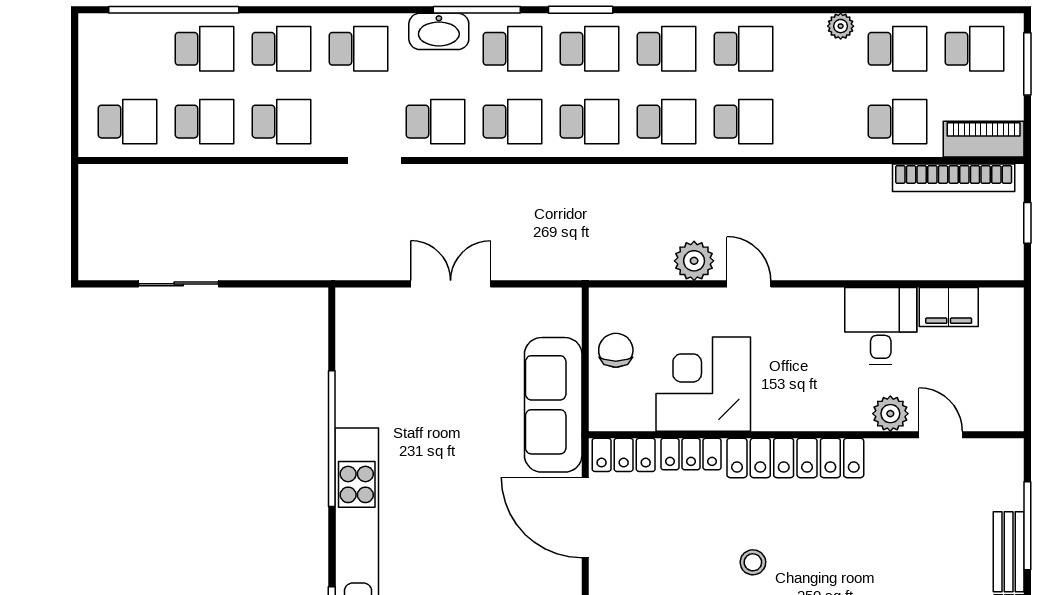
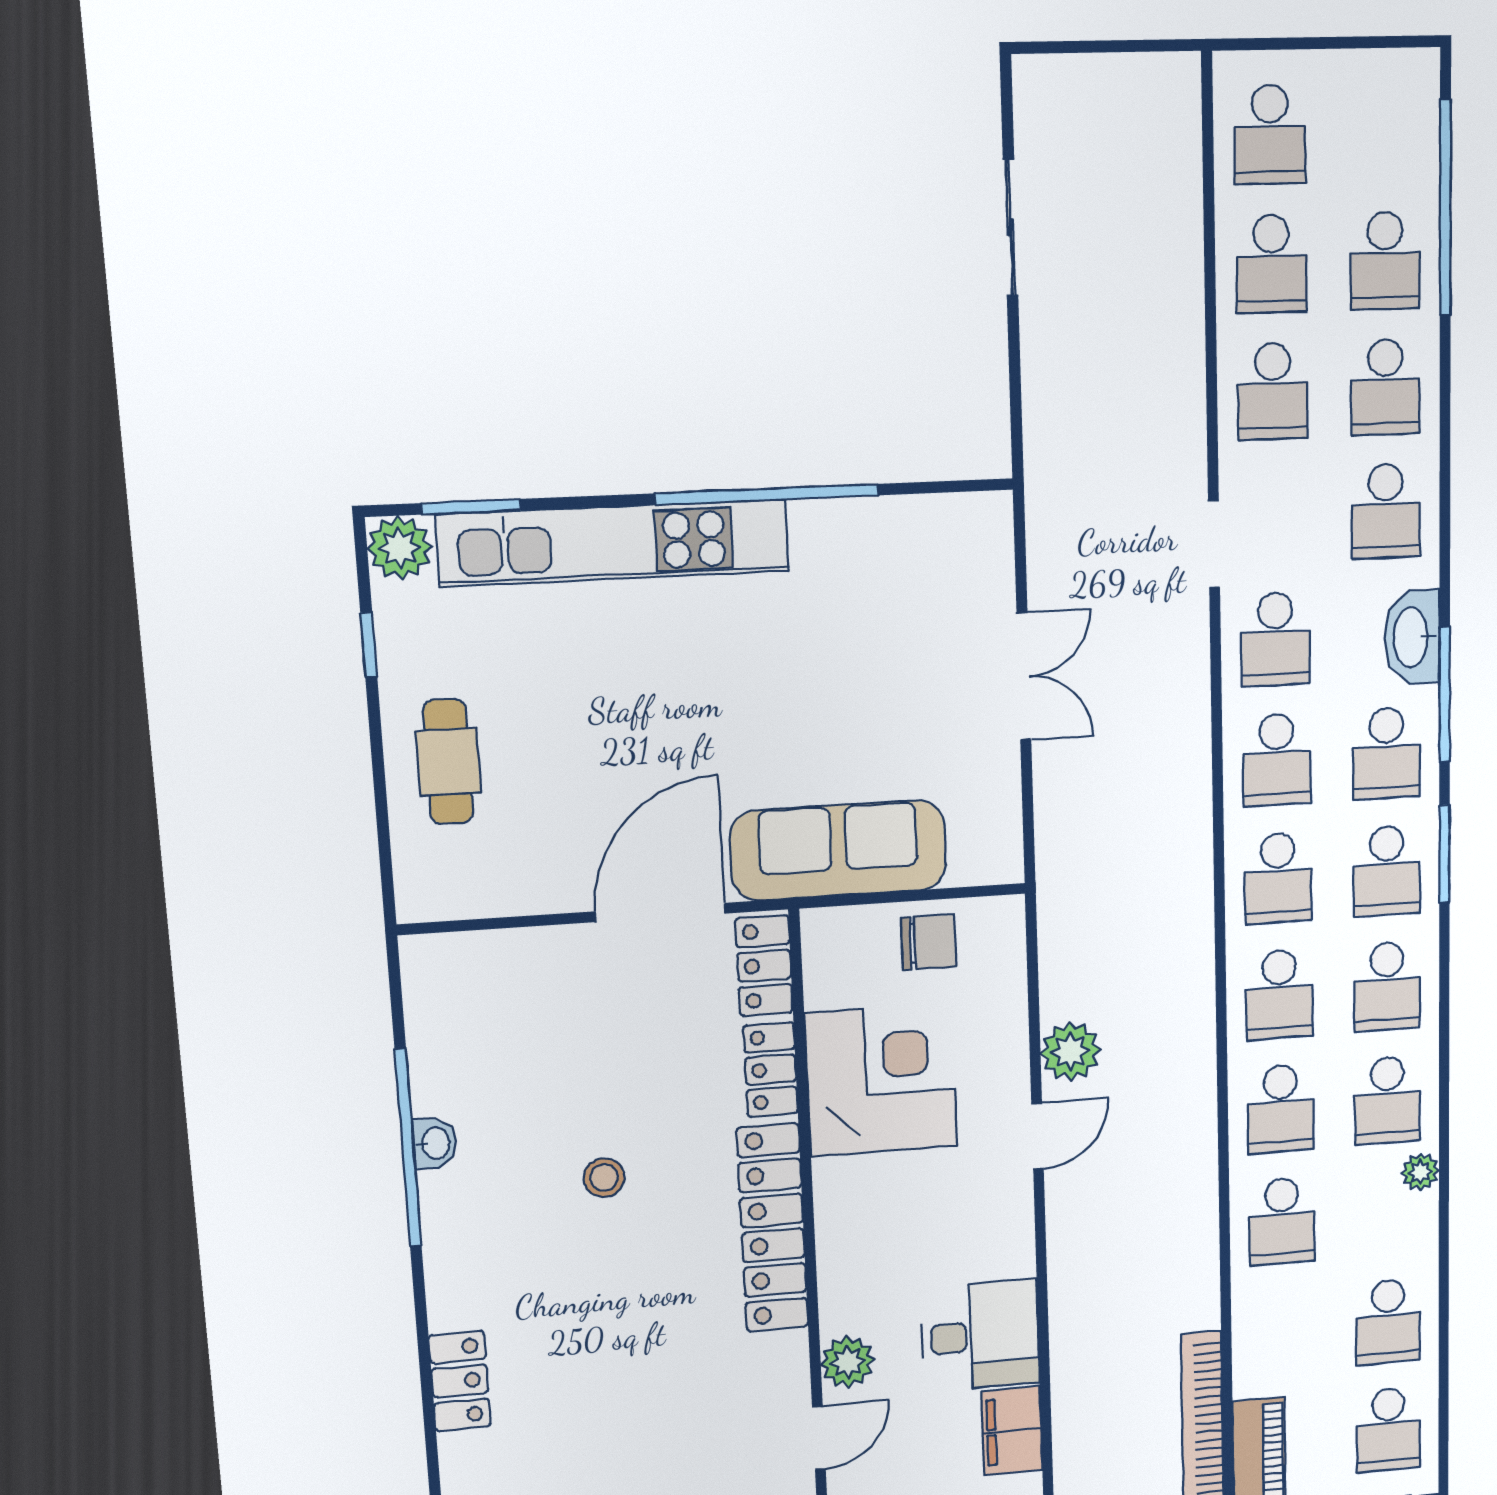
plant: (841, 26) -> (1420, 1172), moved
school desk: (897, 122) -> (1282, 1221), moved

